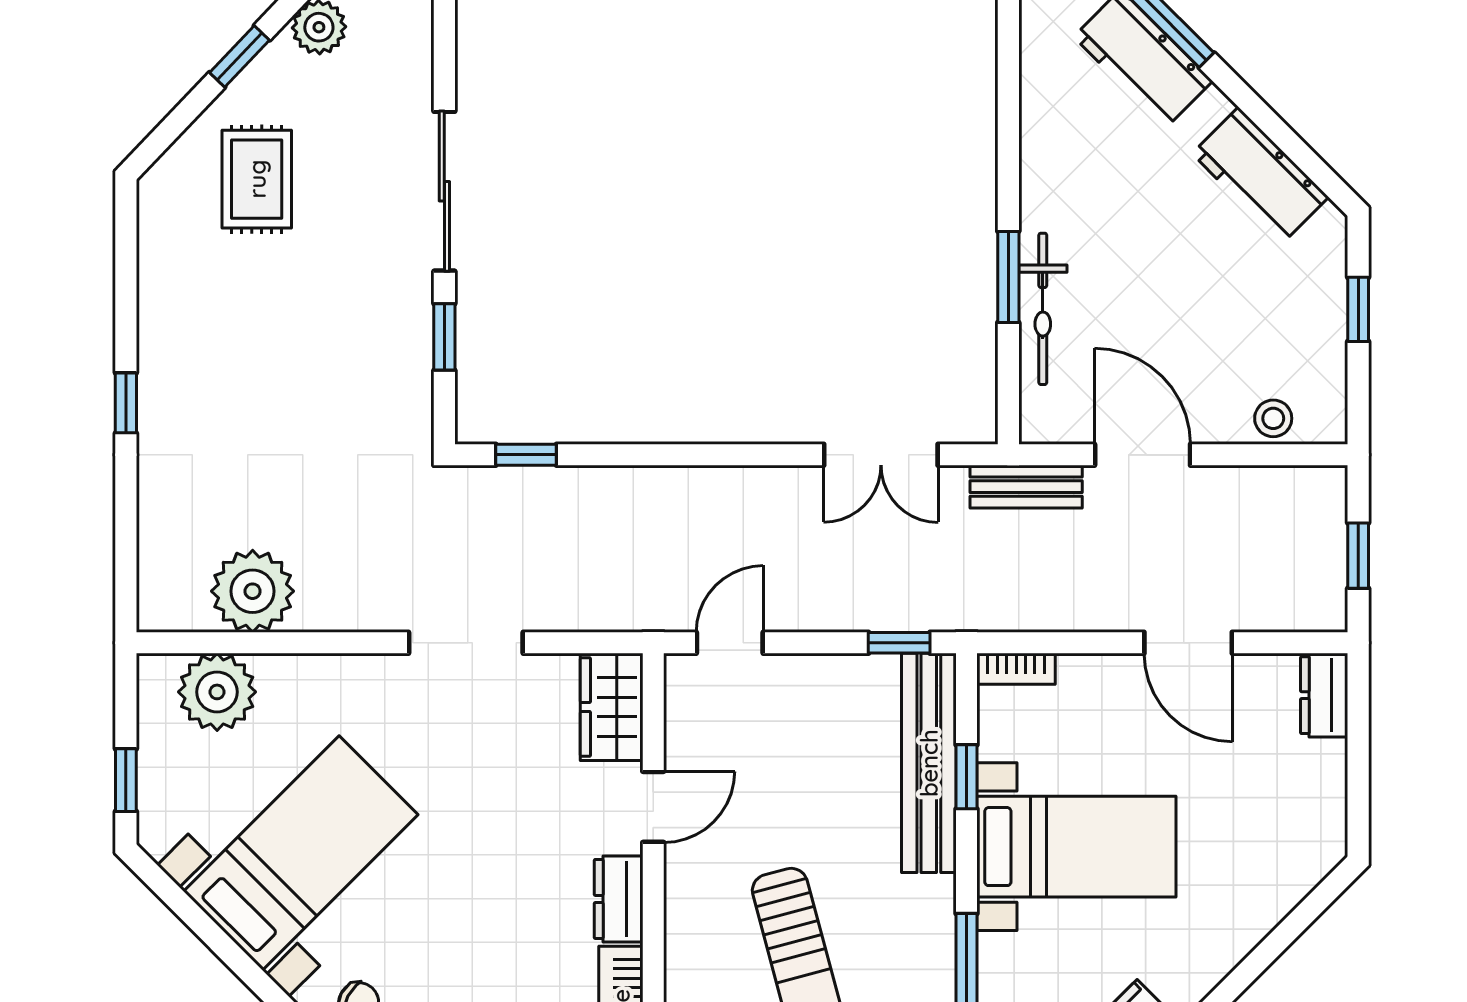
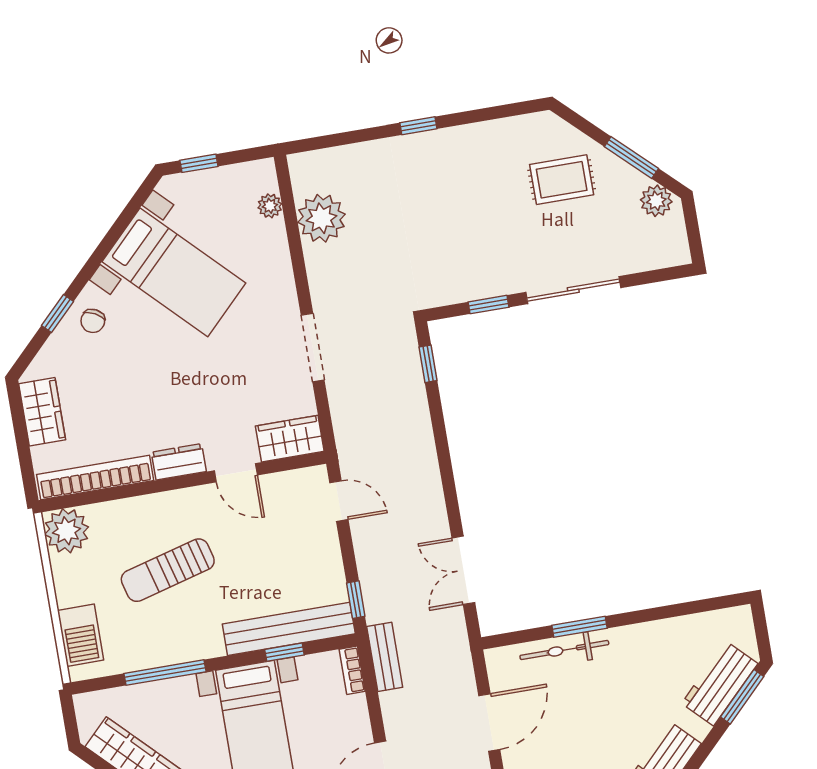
window: (239, 56) -> (631, 157), width x1.50
bench: (1026, 487) -> (385, 657), moved
plant: (217, 692) -> (270, 206), width x0.53, depth x0.53

